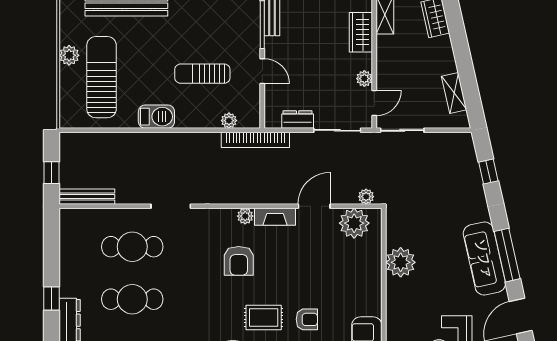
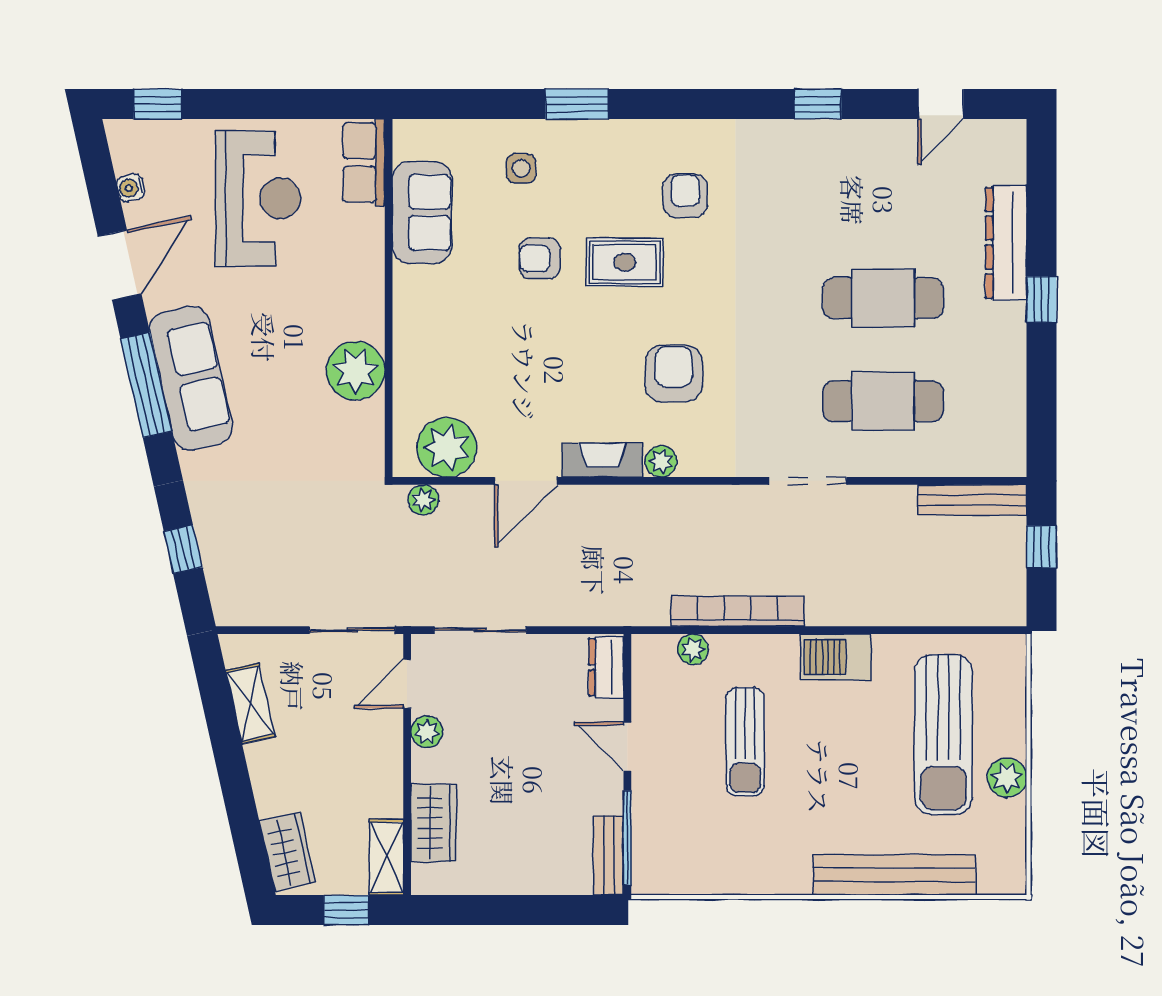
sun lounger: (202, 74) -> (745, 742), turned 90
dresser: (298, 120) -> (606, 667), moved, turned 90
bookcase: (255, 140) -> (738, 611), moved

